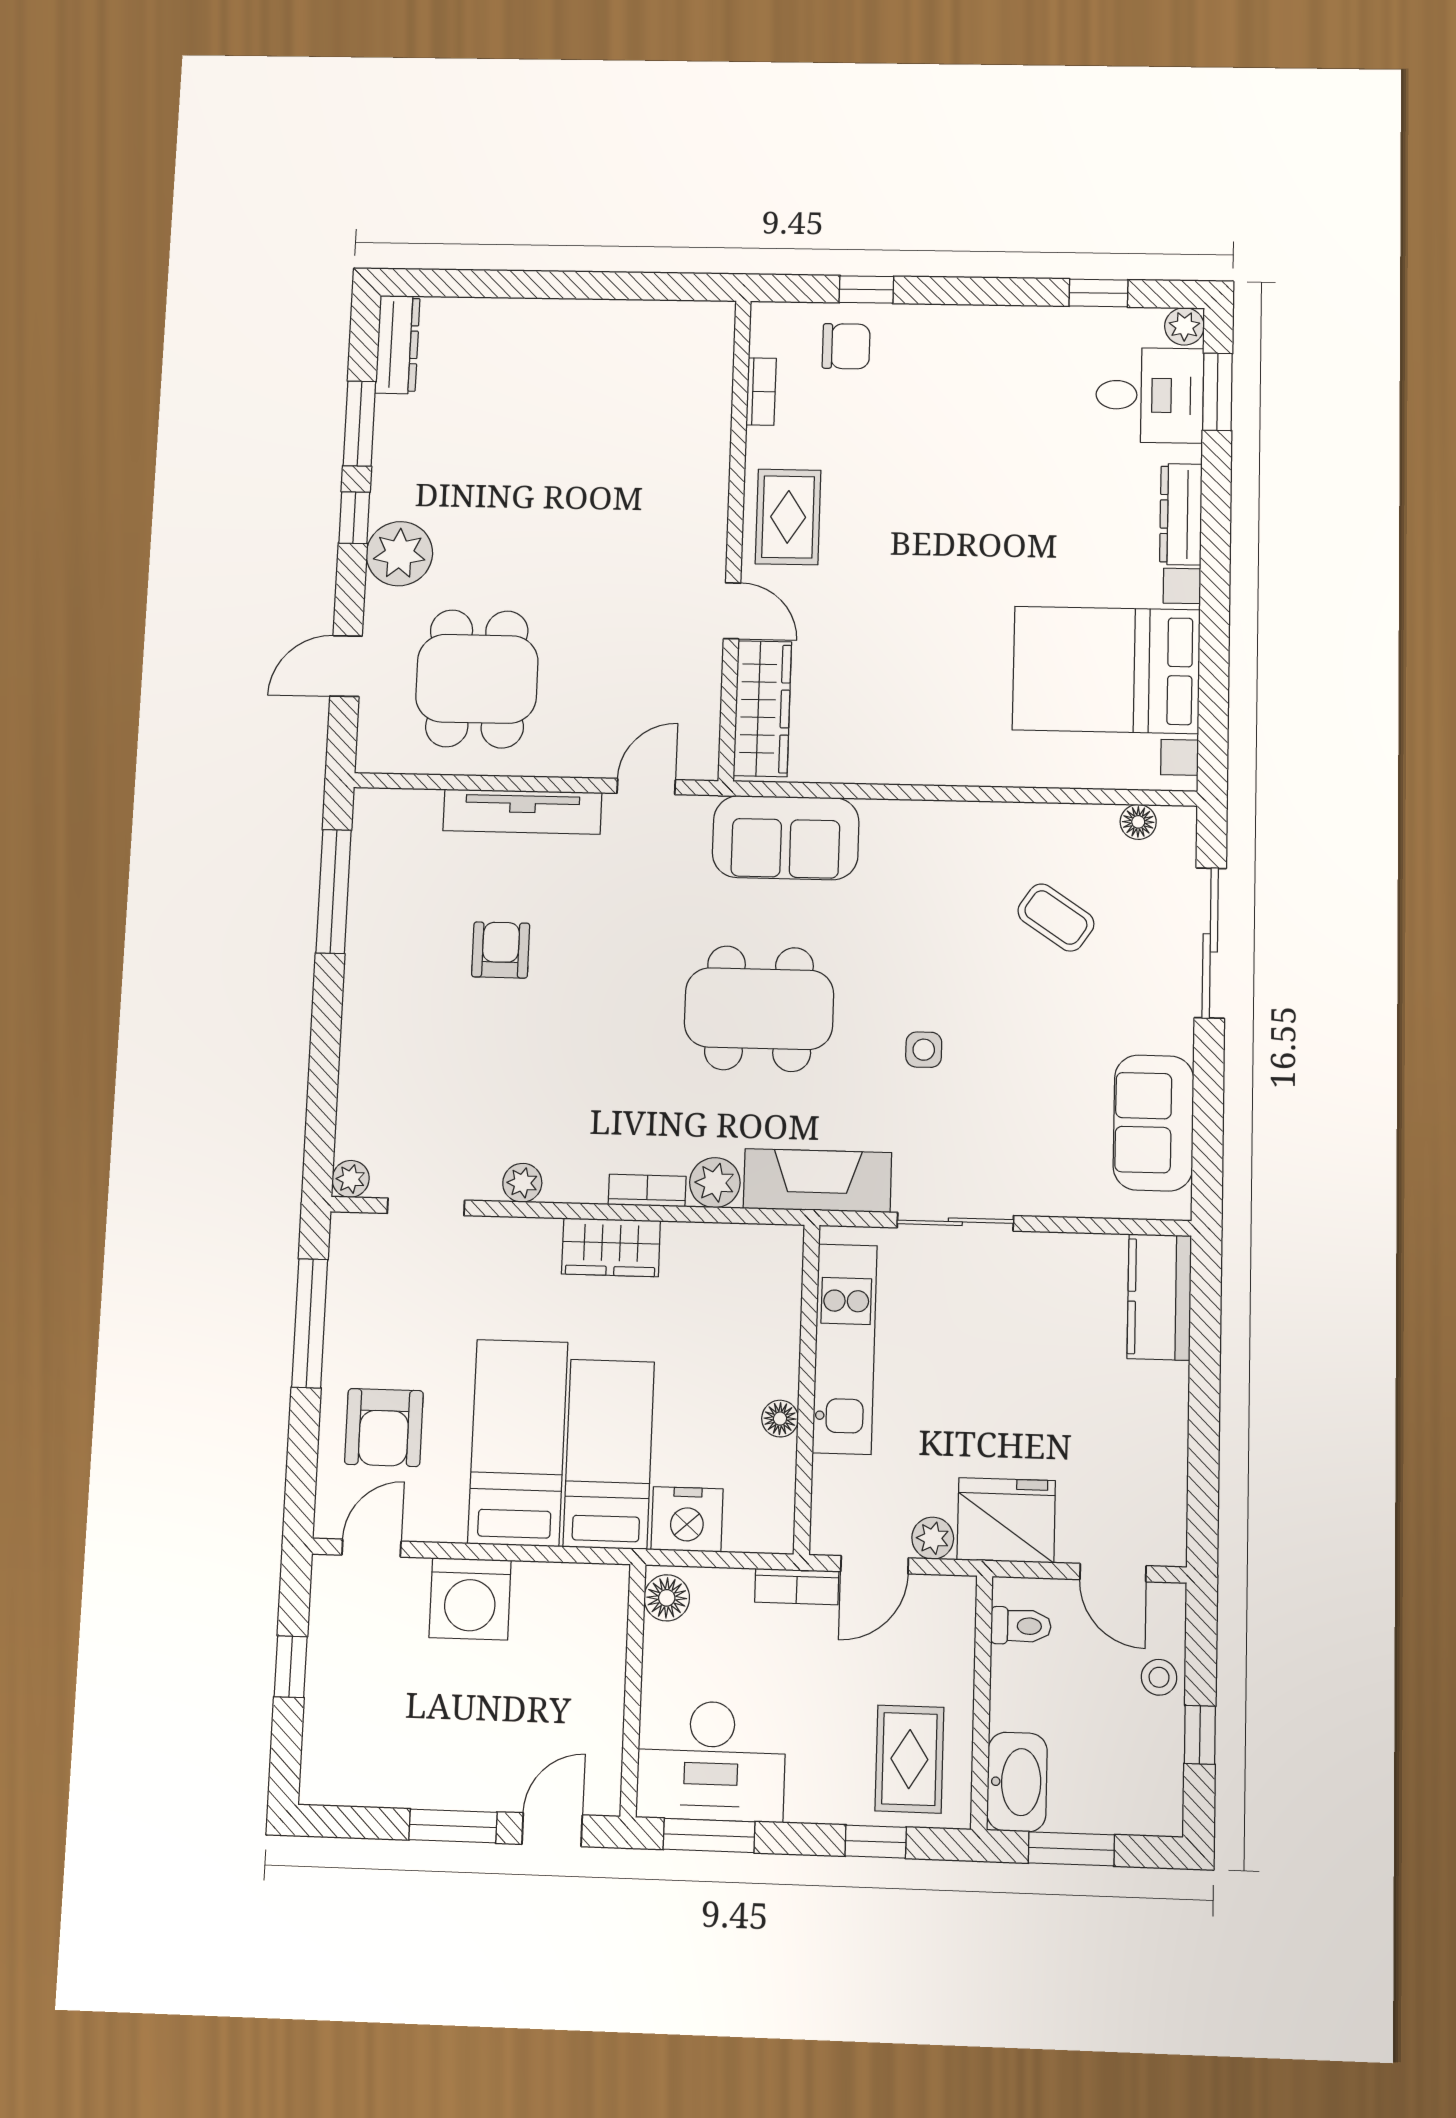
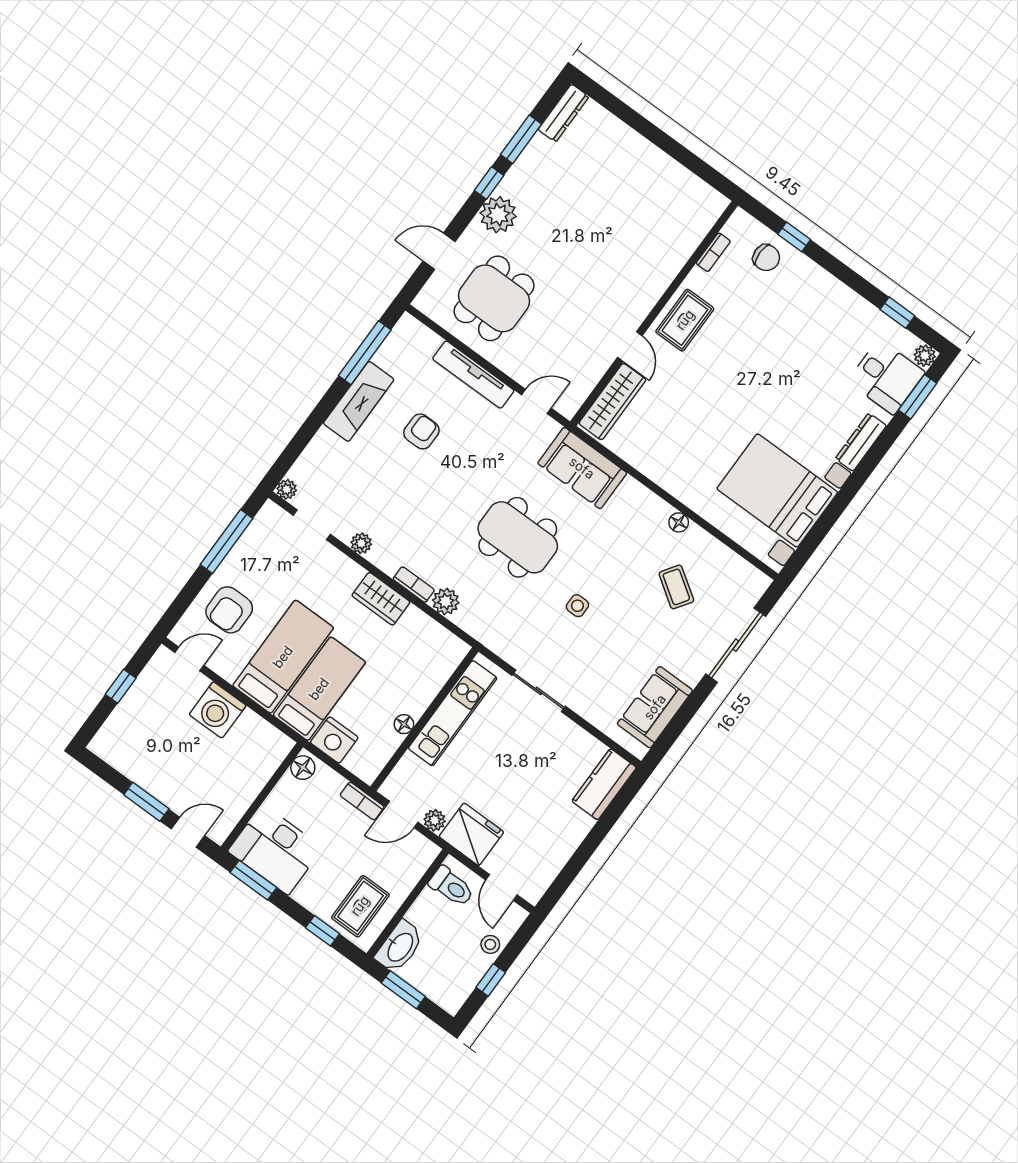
floor lamp: (1138, 822) -> (679, 522), moved
fireplace: (817, 1181) -> (359, 401), moved, turned 90
toilet: (1021, 1626) -> (451, 887), width x1.37, depth x1.39

